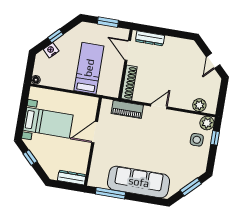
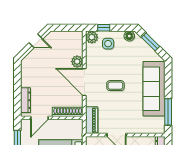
plant: (199, 105) -> (77, 62), moved
door: (159, 106) -> (84, 82), width x1.87
piano: (127, 109) -> (92, 120), moved
coffee table: (149, 140) -> (115, 86), added
floor lamp: (201, 165) -> (129, 36), added

